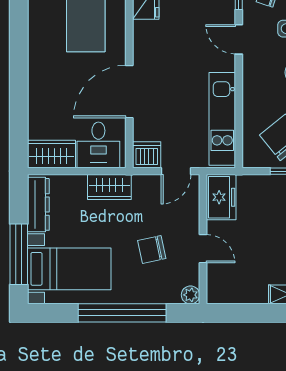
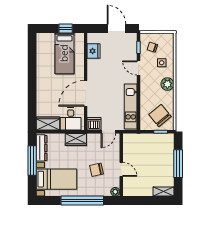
freezer: (221, 197) -> (130, 144), removed
window: (19, 254) -> (32, 161), moved

